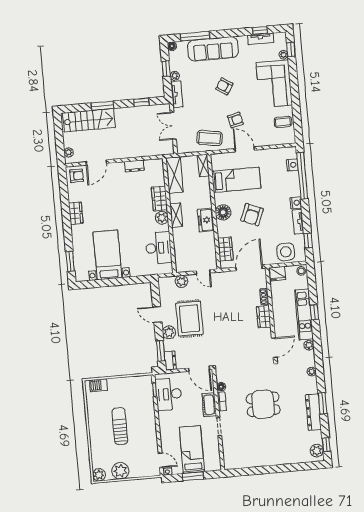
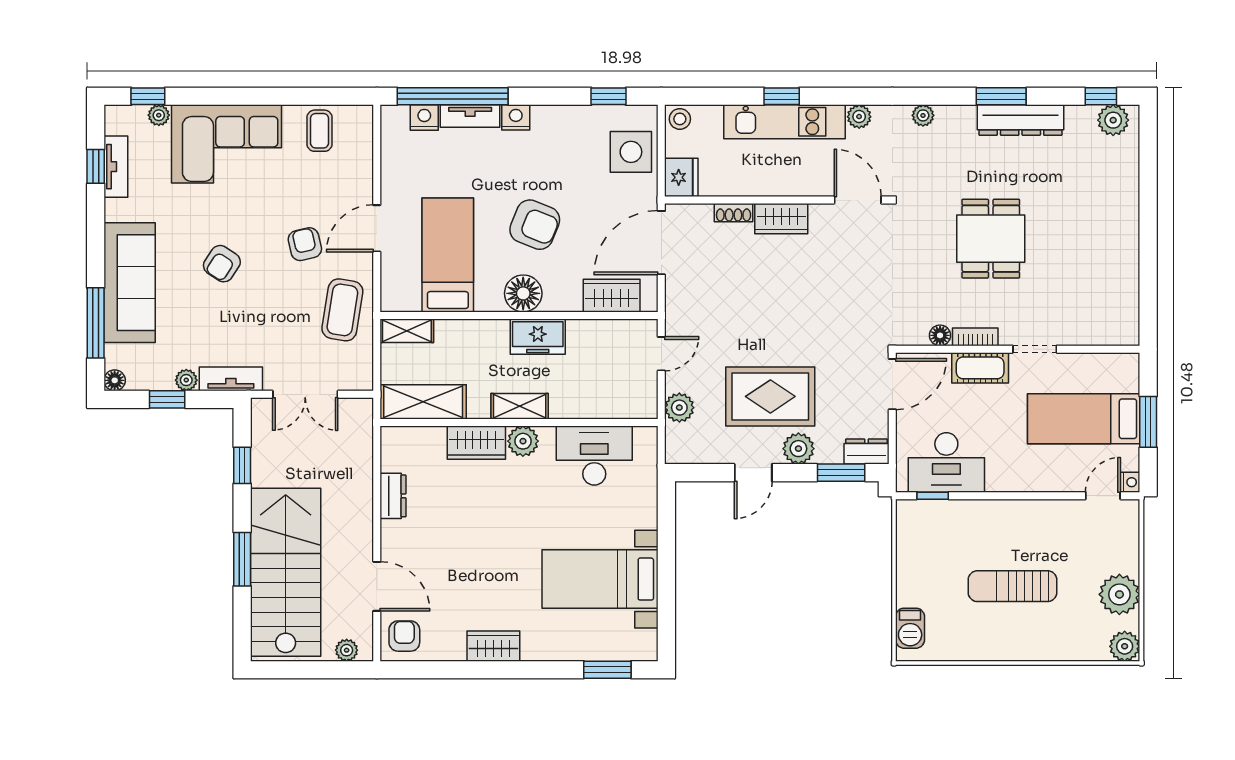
stairs: (89, 120) -> (286, 572), width x1.36, depth x1.51
tv unit: (298, 222) -> (470, 116), moved
door: (249, 268) -> (661, 243), hinge flipped

